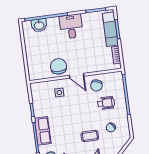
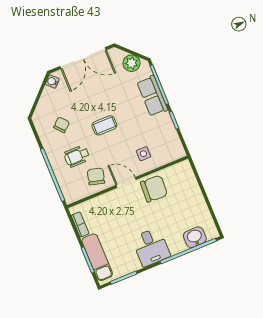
chair: (59, 66) -> (154, 189), turned -87
coffee table: (90, 136) -> (104, 125), moved

